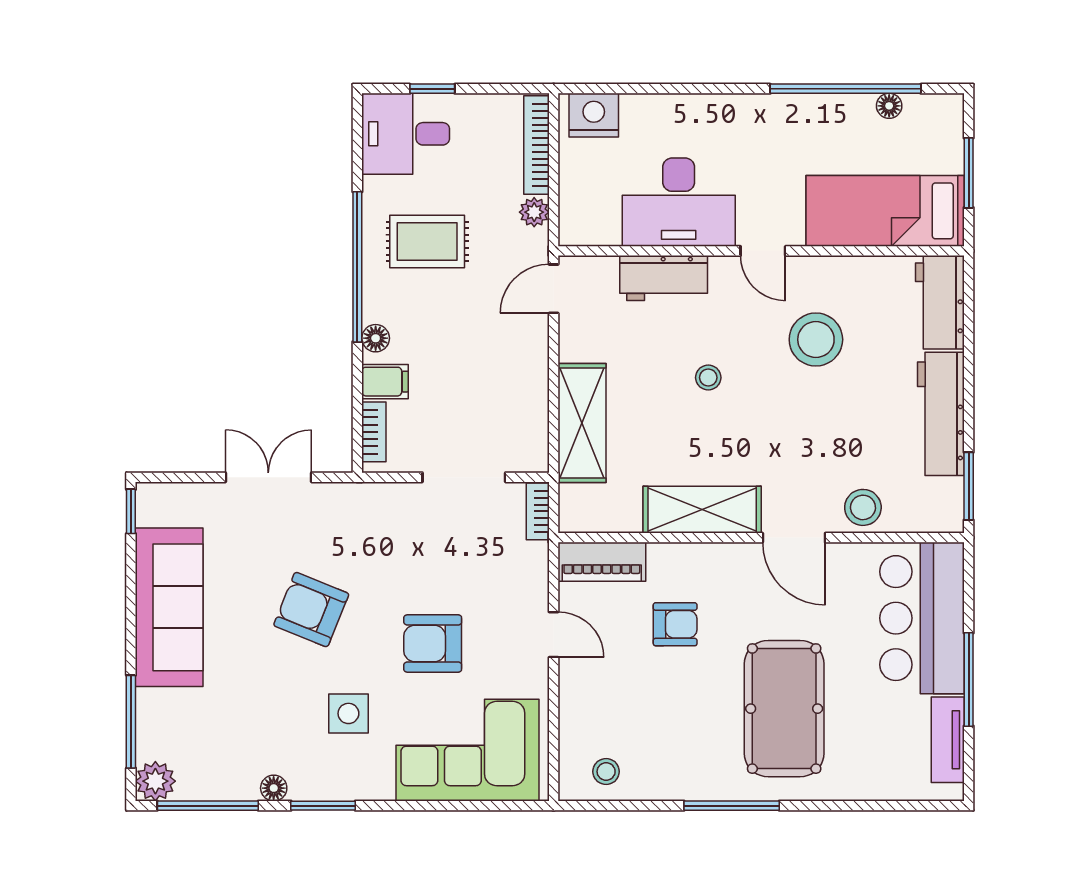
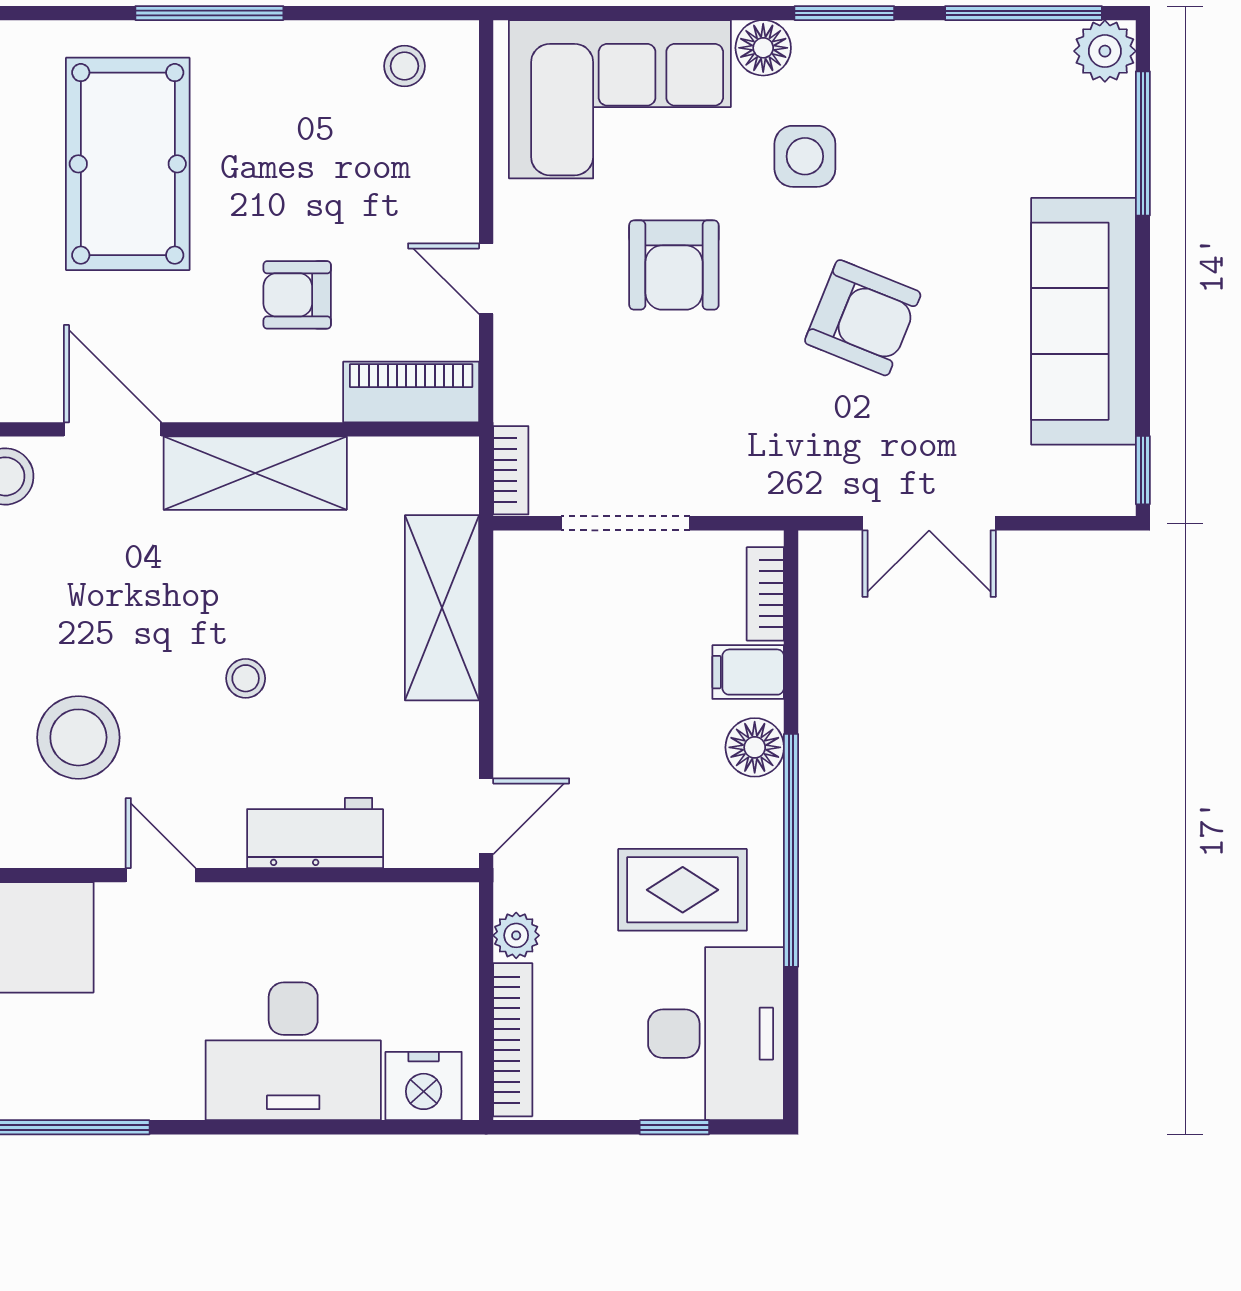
desk: (406, 134) -> (716, 1034), width x1.37
desk: (679, 202) -> (293, 1051), moved, turned 180
floor lamp: (376, 338) -> (755, 747), width x1.37, depth x1.37
armchair: (433, 643) -> (674, 265), turned 90
floor lamp: (274, 788) -> (763, 48), moved, width x1.37, depth x1.37

